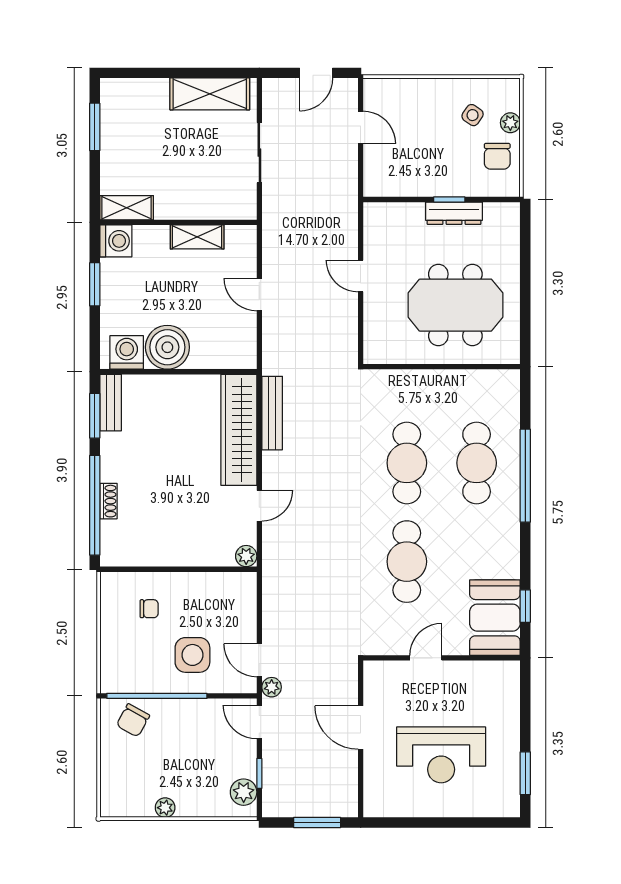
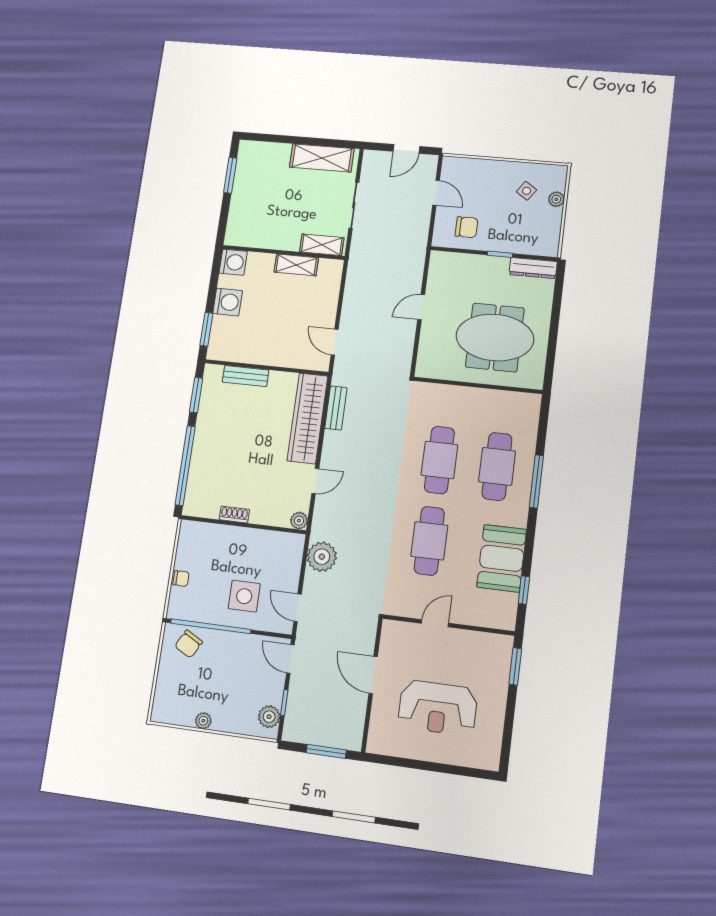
chair: (497, 156) -> (467, 227), moved, turned -90
shelving: (127, 208) -> (322, 245), moved
dresser: (454, 213) -> (533, 268), moved
door: (361, 276) -> (421, 307), hinge flipped
window: (95, 284) -> (206, 329), moved
door: (259, 294) -> (335, 342), moved
boiler: (167, 347) -> (261, 348), removed
washing machine: (127, 352) -> (228, 302), moved, turned 90
bench: (111, 403) -> (246, 376), moved, turned 90
bench: (272, 413) -> (336, 408), width x0.73
window: (525, 476) -> (536, 481), width x0.68
shoe rack: (108, 501) -> (234, 514), moved, turned -90
chair: (149, 609) -> (181, 578), moved
booth: (495, 618) -> (502, 558), moved
plant: (272, 687) -> (322, 557), moved, width x1.88, depth x1.88
window: (525, 773) -> (515, 666), moved

